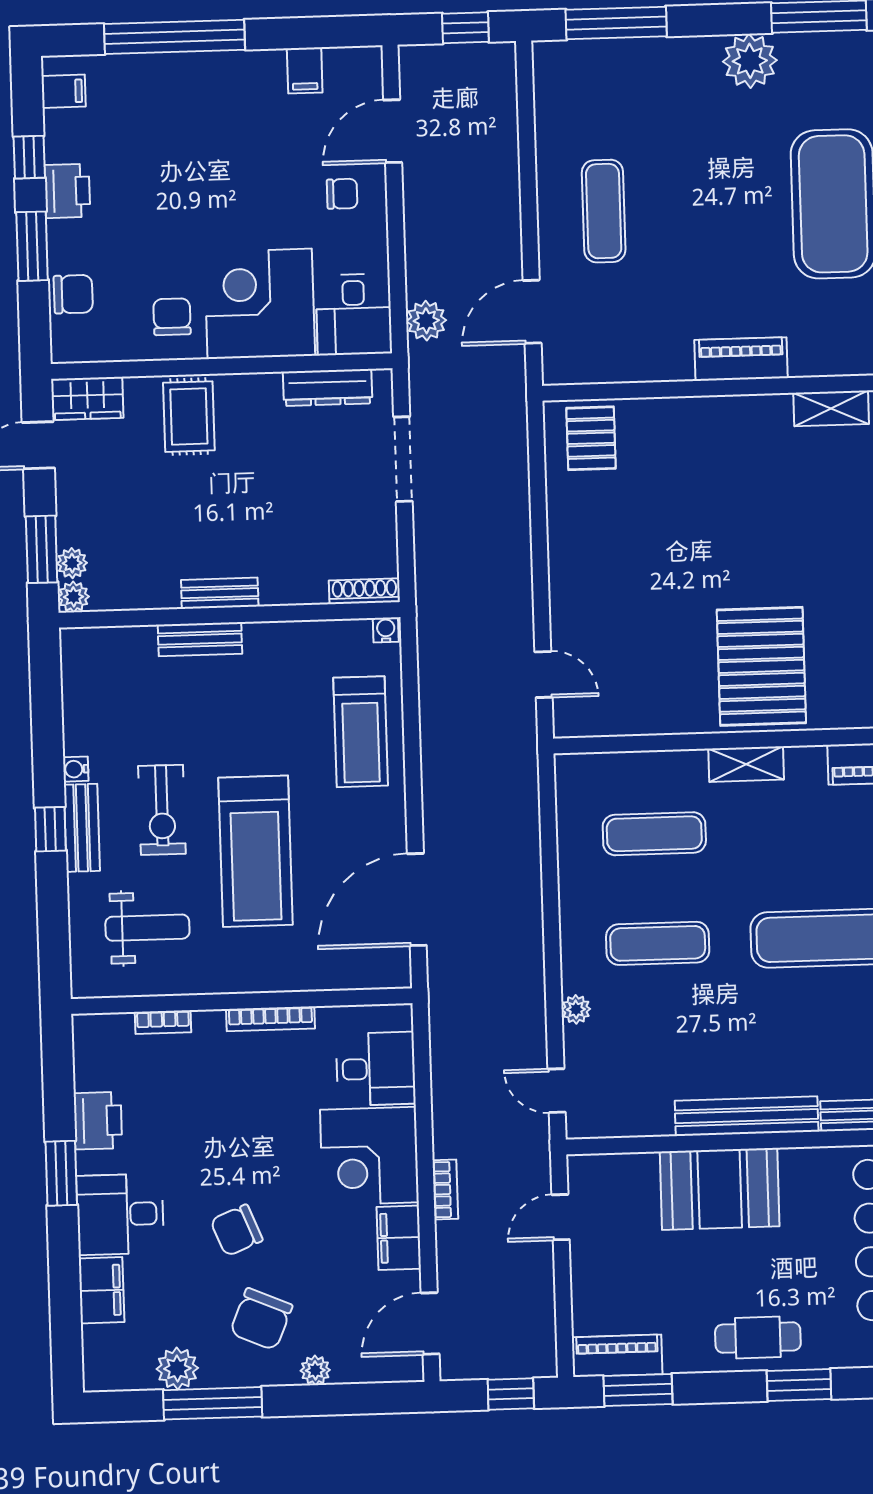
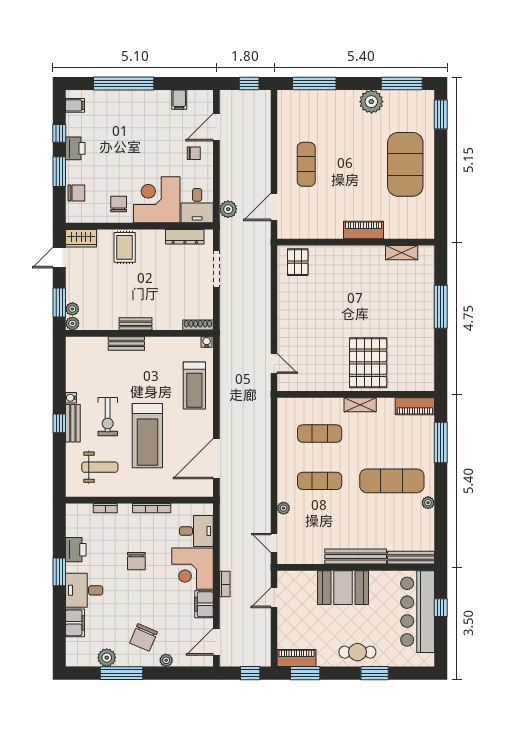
chair: (236, 1230) -> (136, 561), moved, turned -68

